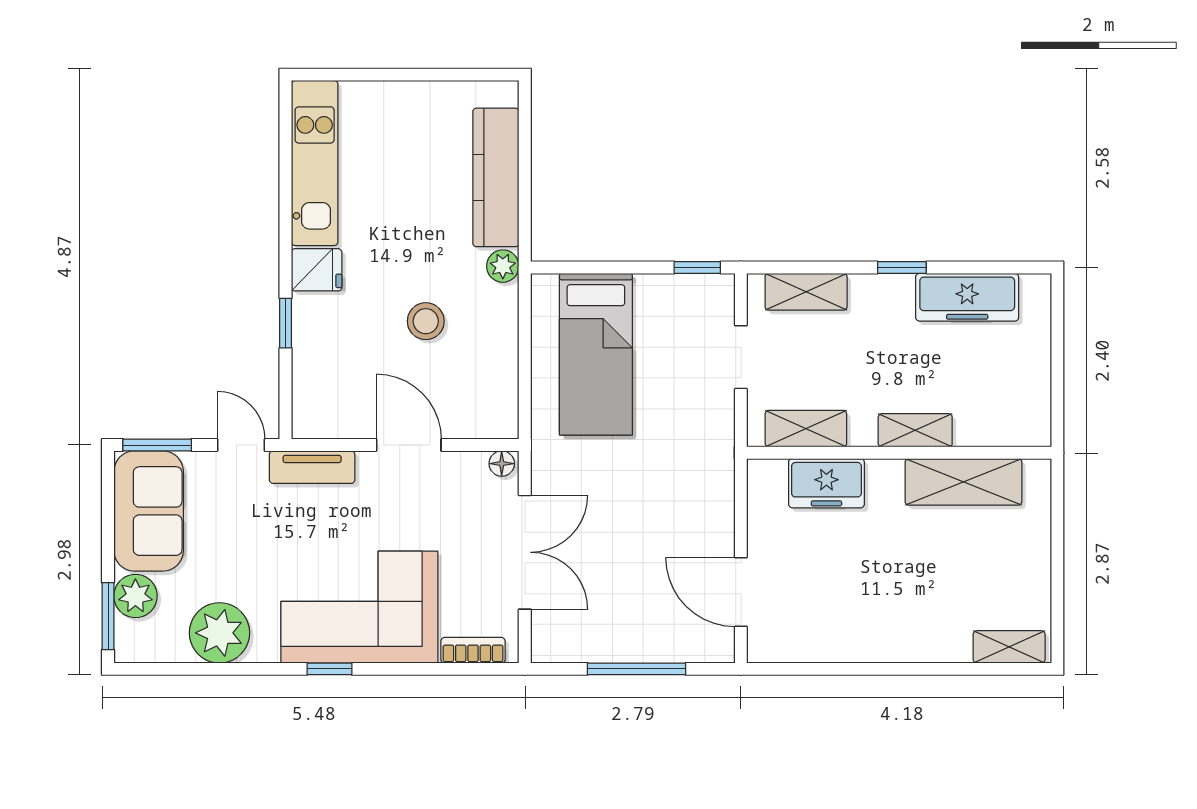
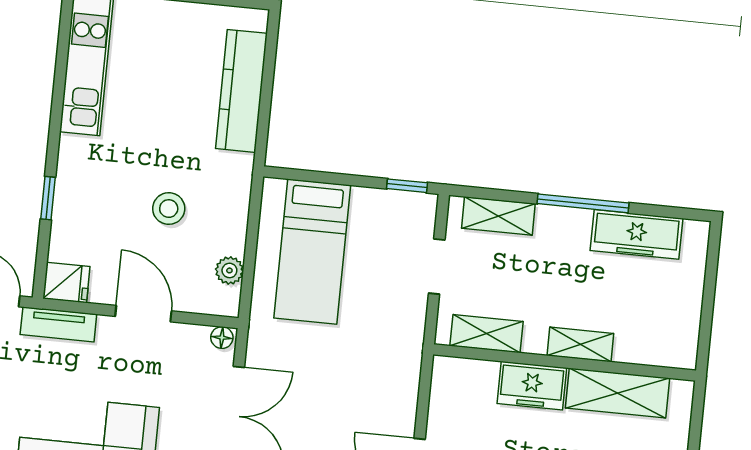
plant: (503, 266) -> (229, 270), moved
window: (902, 268) -> (583, 203), width x2.17
fridge: (317, 270) -> (66, 283), moved
freezer: (826, 483) -> (532, 386), moved

